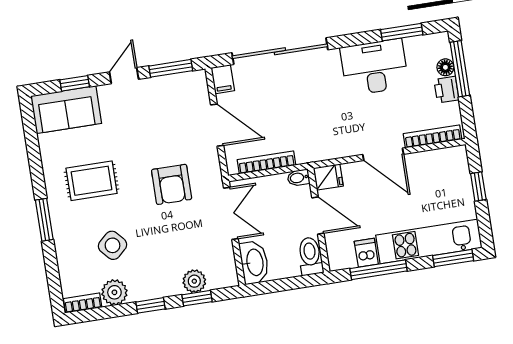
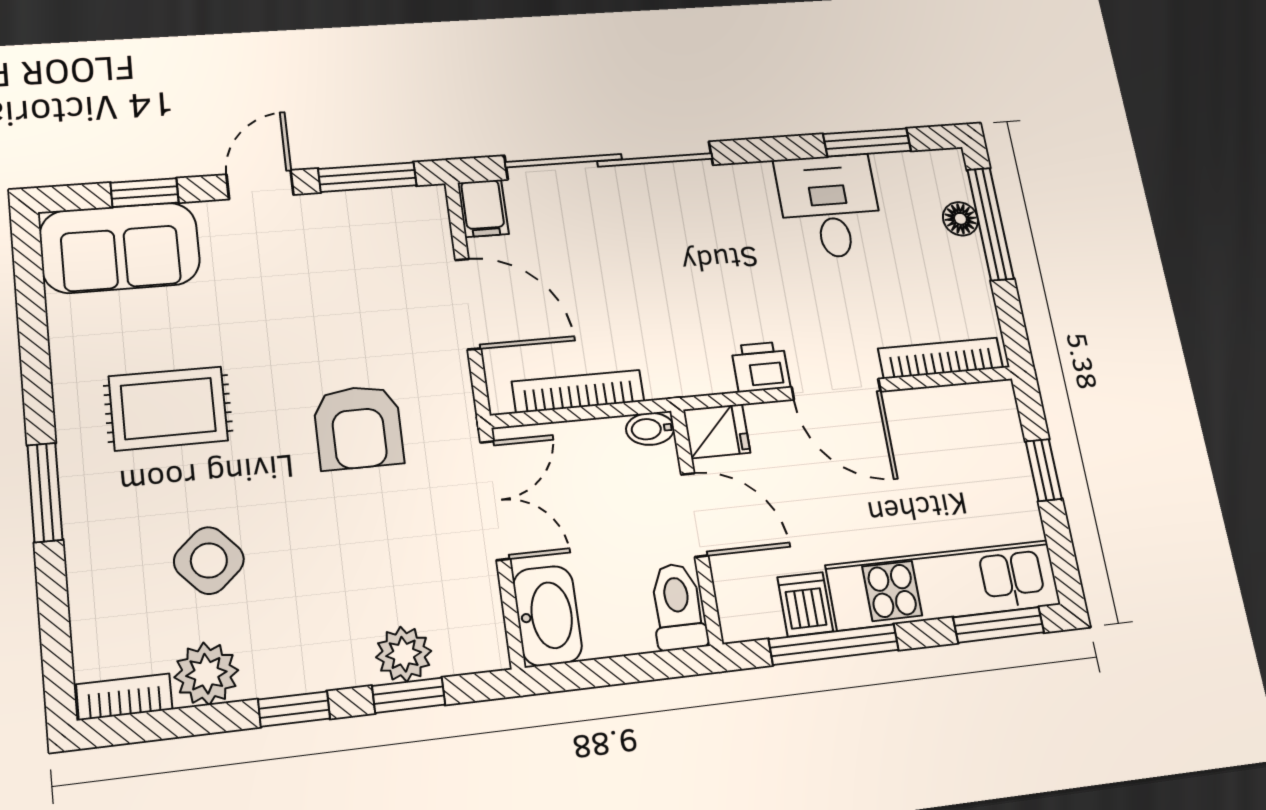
desk: (374, 67) -> (830, 206), width x0.73
printer: (446, 90) -> (761, 367), moved, turned 90

